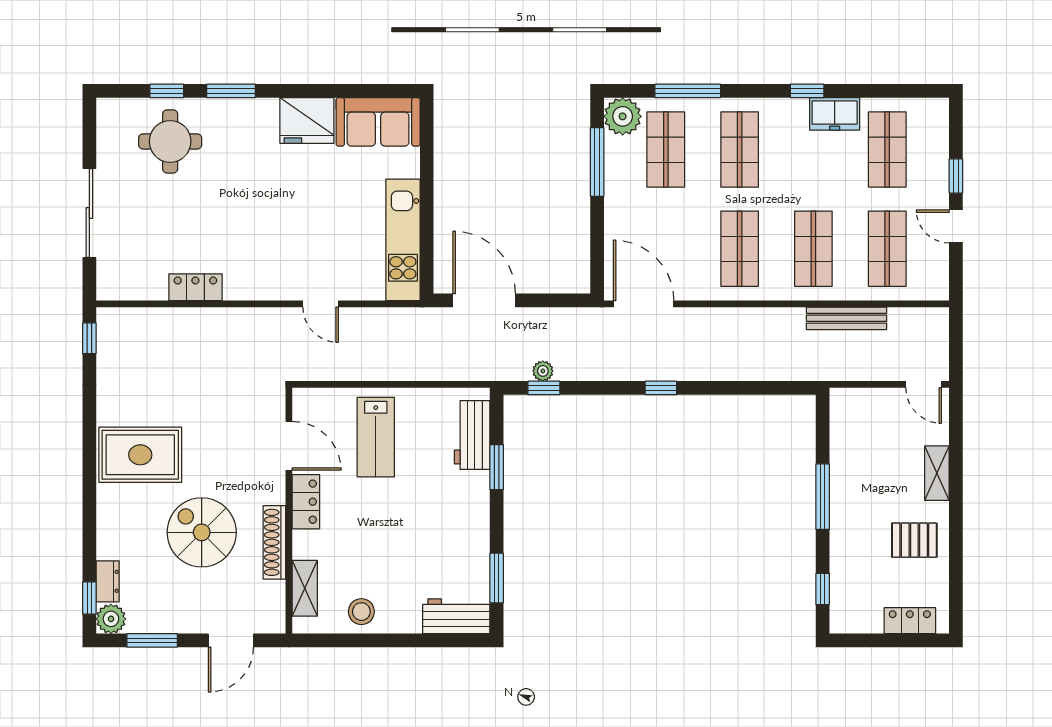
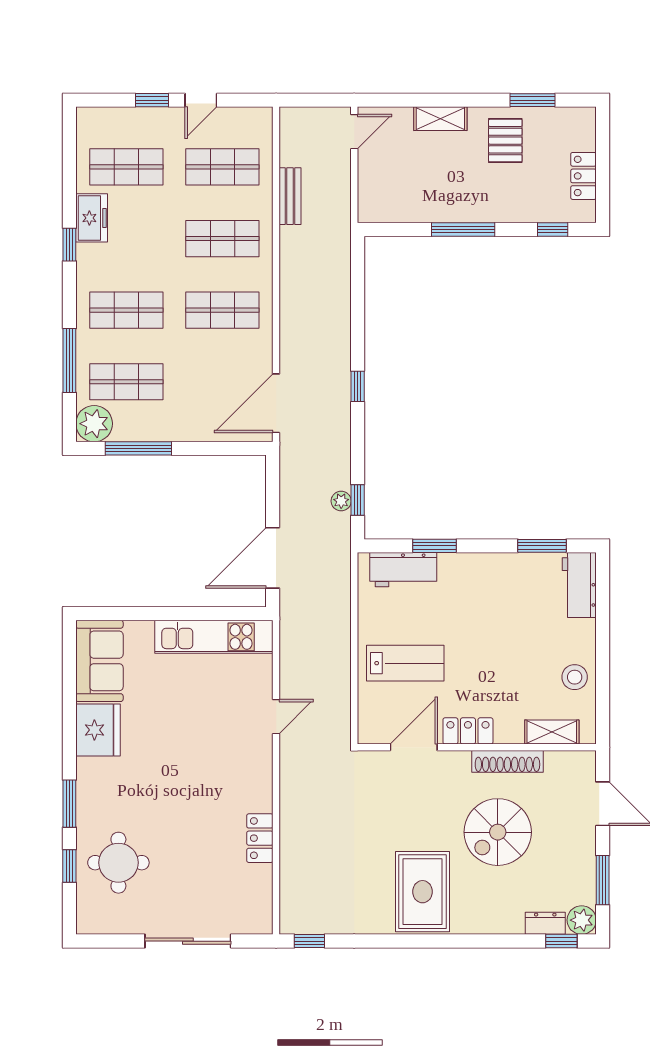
bench: (847, 318) -> (290, 196), width x0.73
window: (956, 568) -> (533, 100), added
locker: (910, 621) -> (583, 176), moved

